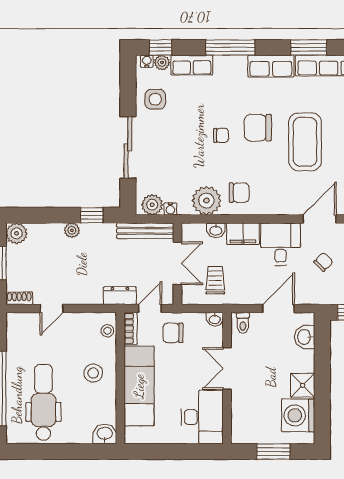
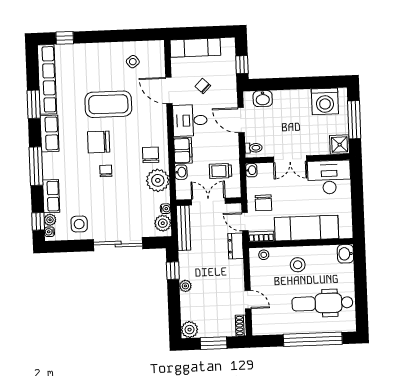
chair: (258, 128) -> (99, 142), turned 90
shower: (303, 385) -> (340, 145), moved
window: (273, 451) -> (354, 120), width x1.44

